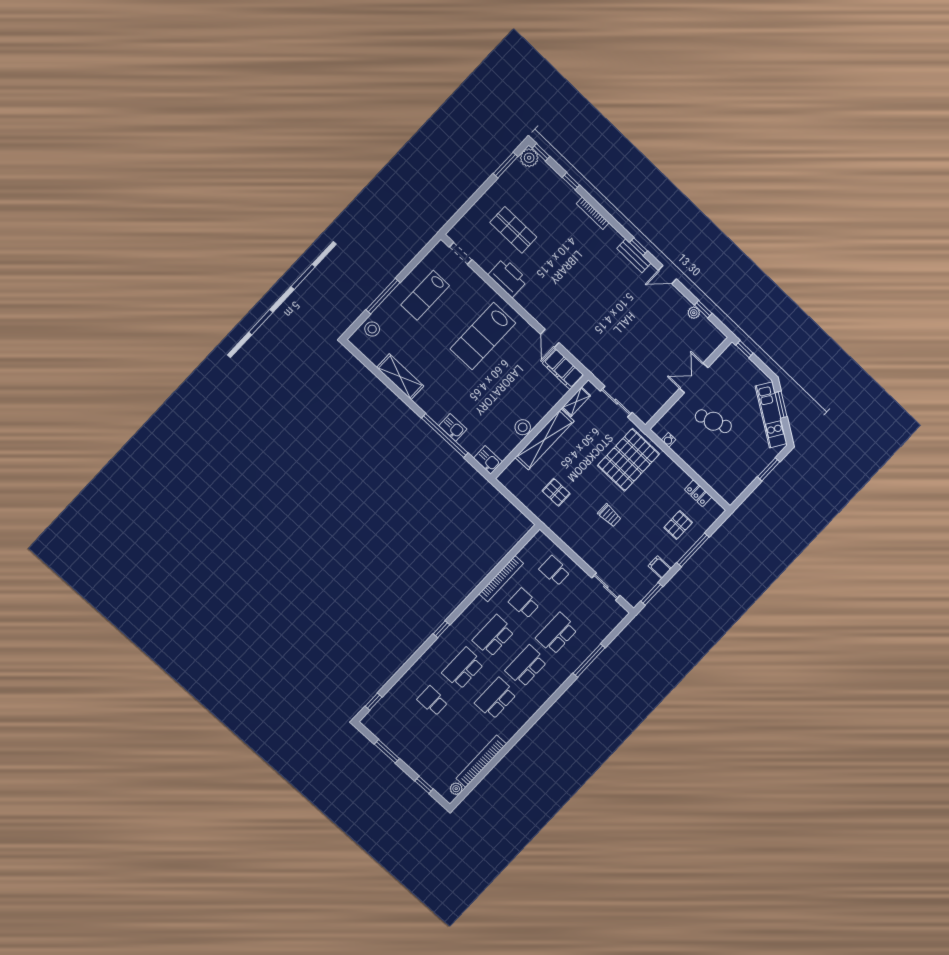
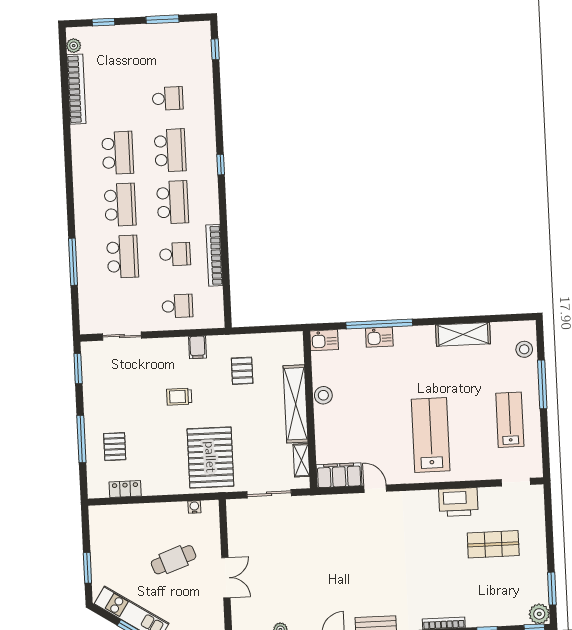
pallet: (556, 492) -> (242, 371), turned 90
filing cabinet: (660, 567) -> (197, 347), moved, turned 90

